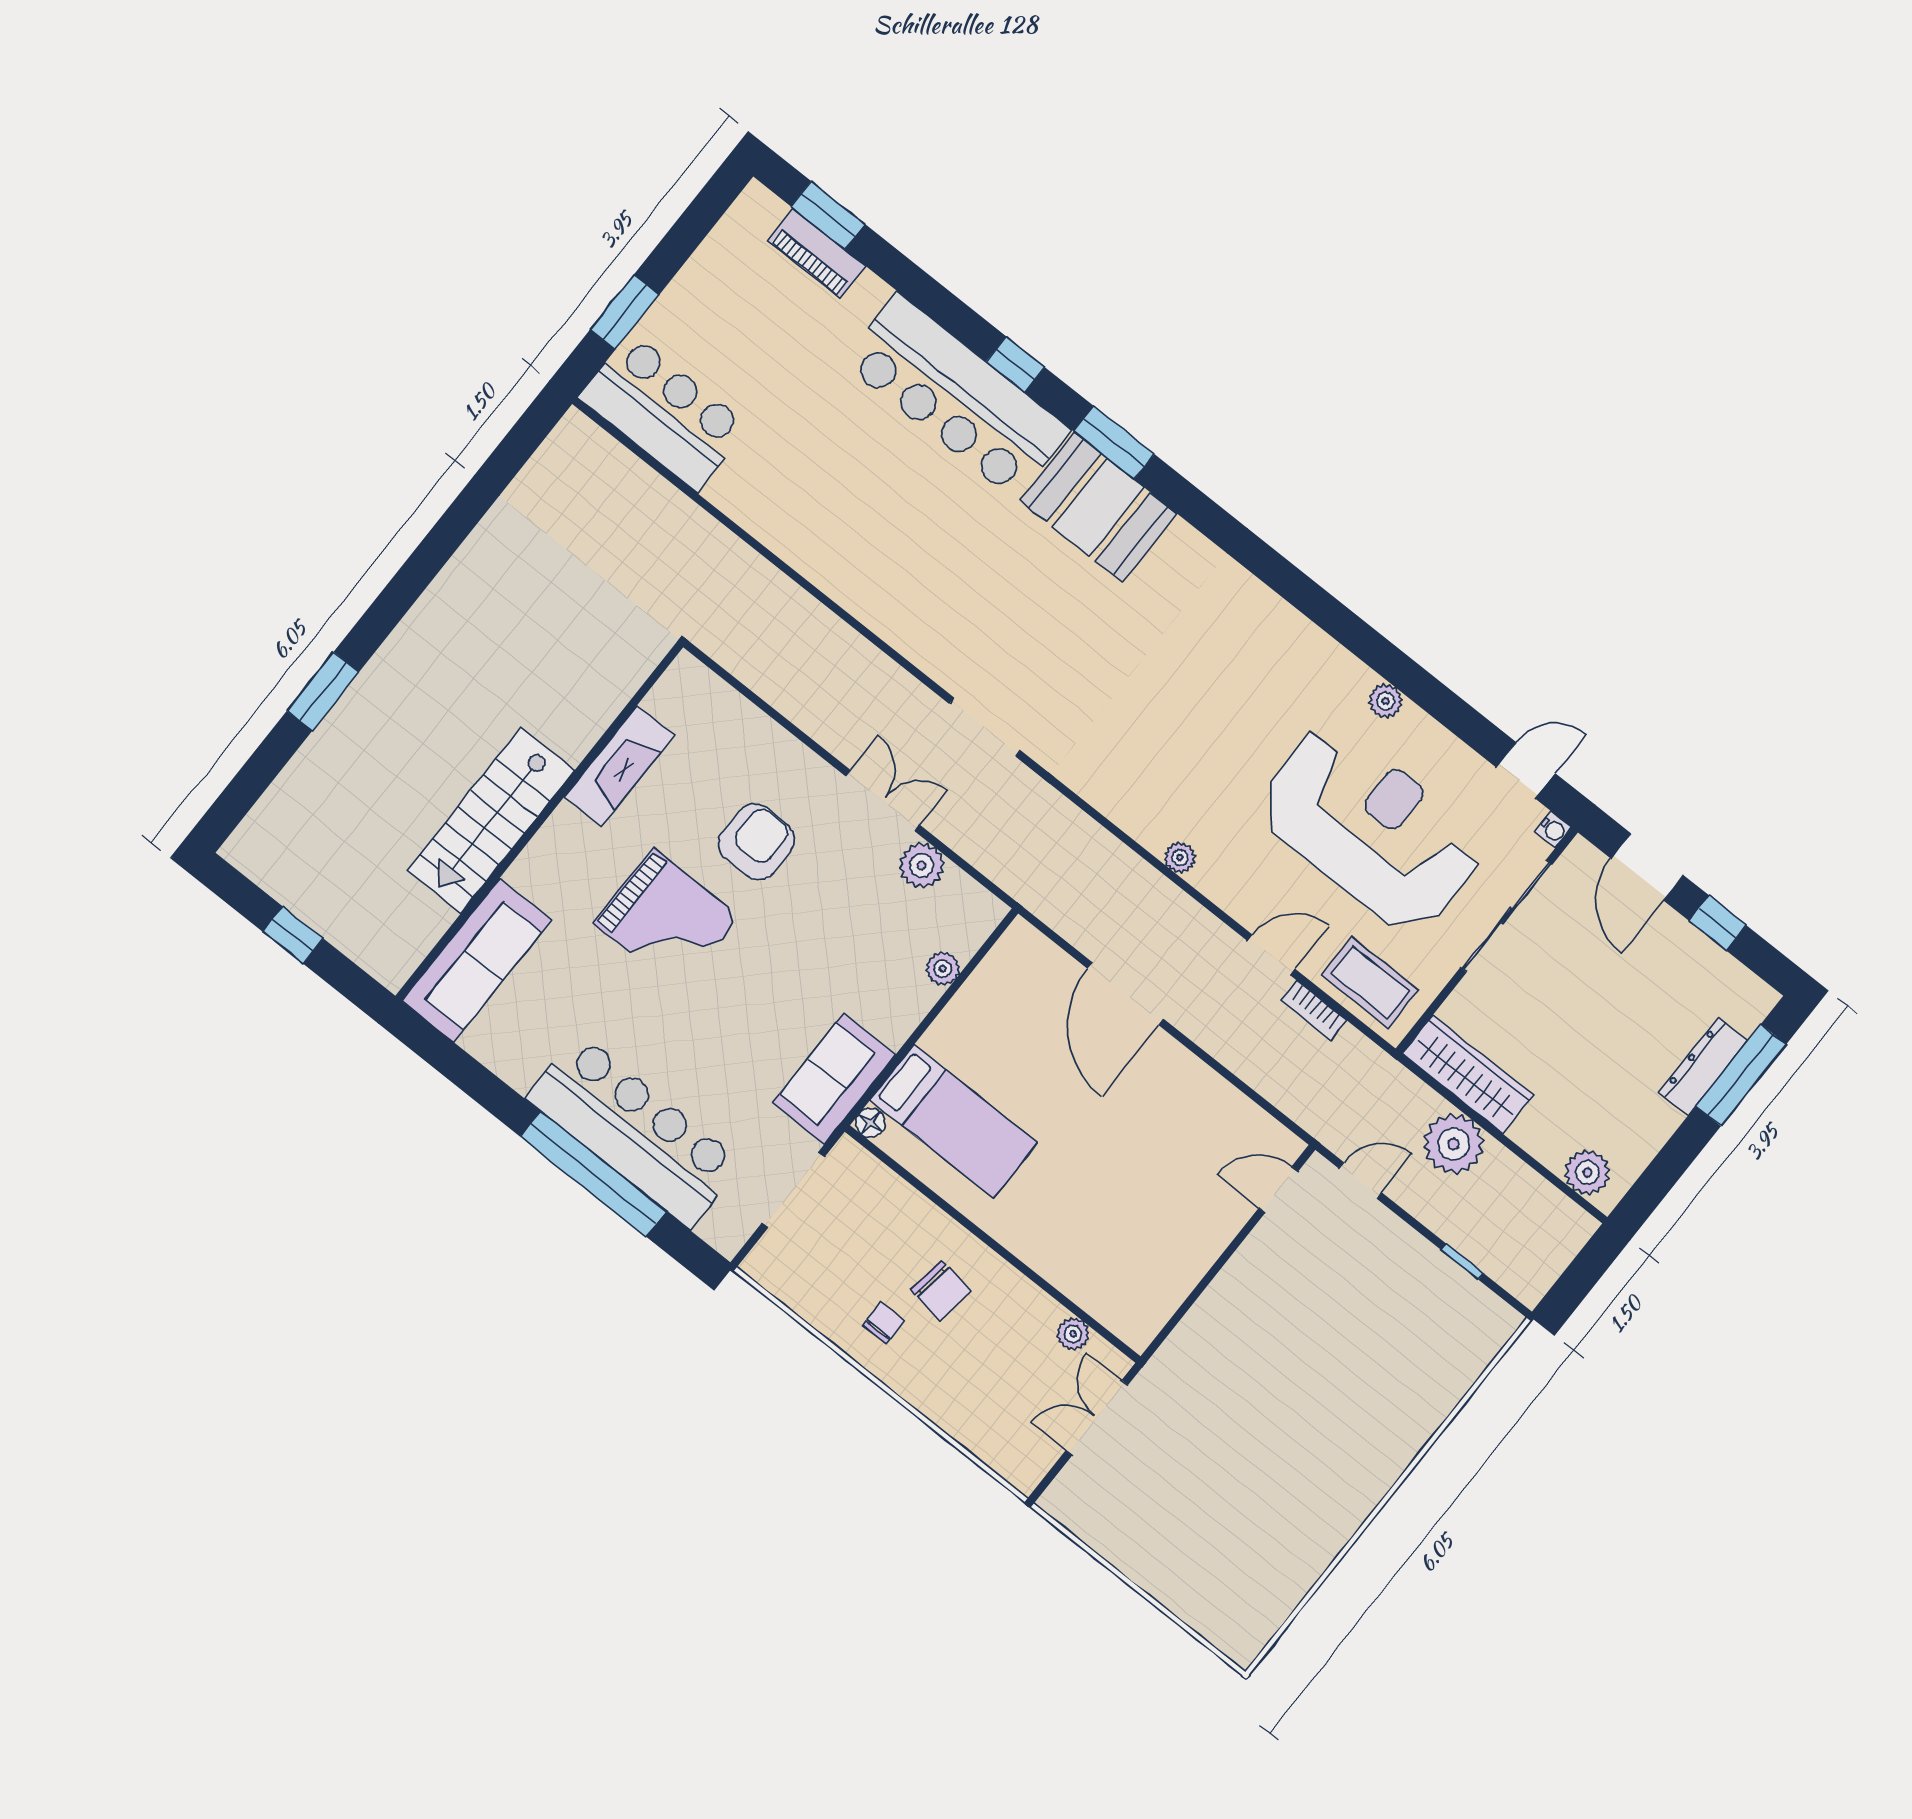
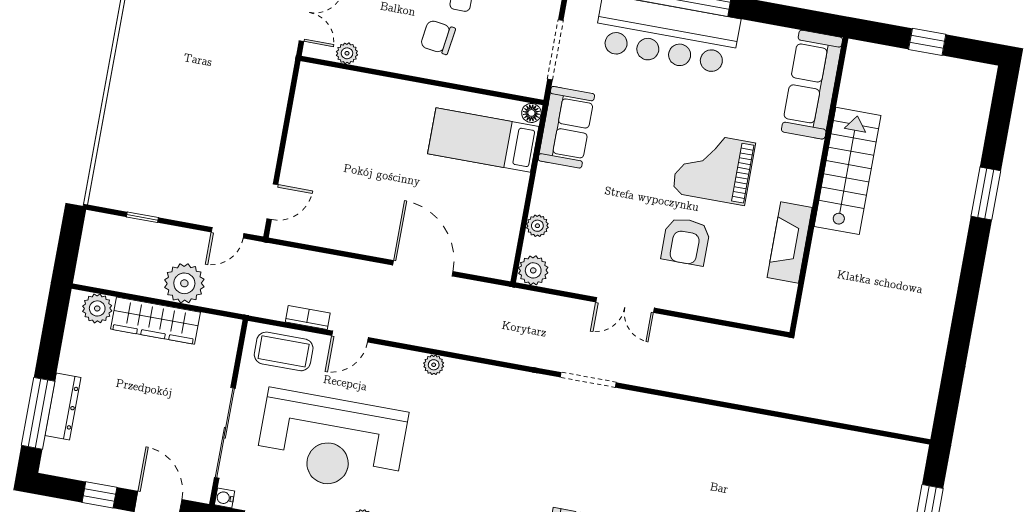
bar counter: (664, 412) -> (874, 463), removed
plant: (922, 865) -> (533, 270), moved
wardrobe: (1468, 1074) -> (155, 321), moved

